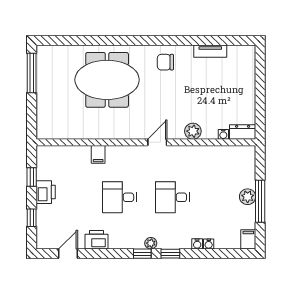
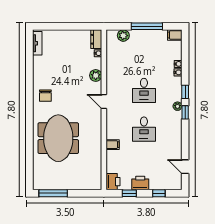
tv unit: (210, 51) -> (37, 43), moved
plant: (248, 197) -> (123, 36), moved
printer: (96, 240) -> (113, 182), moved, turned 180

